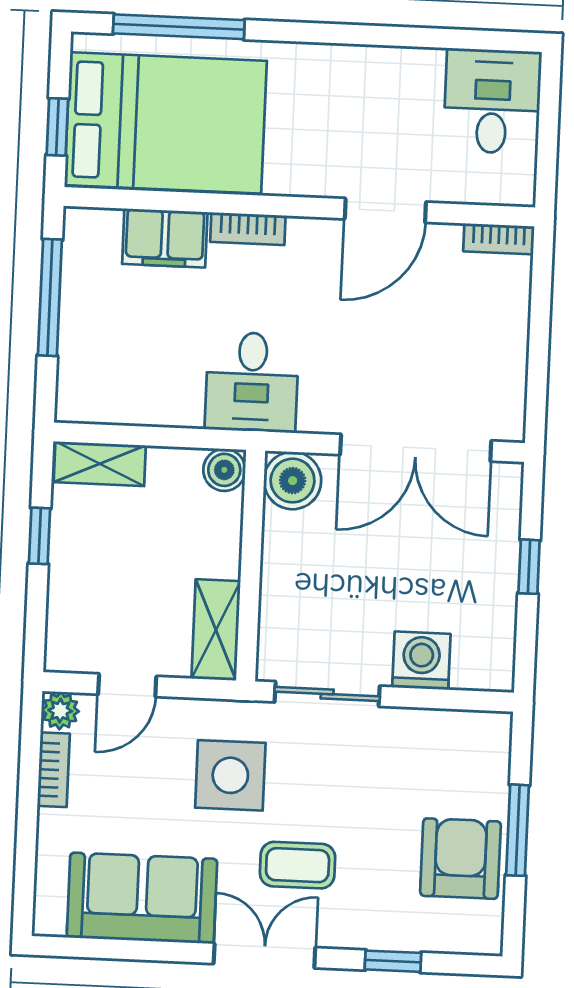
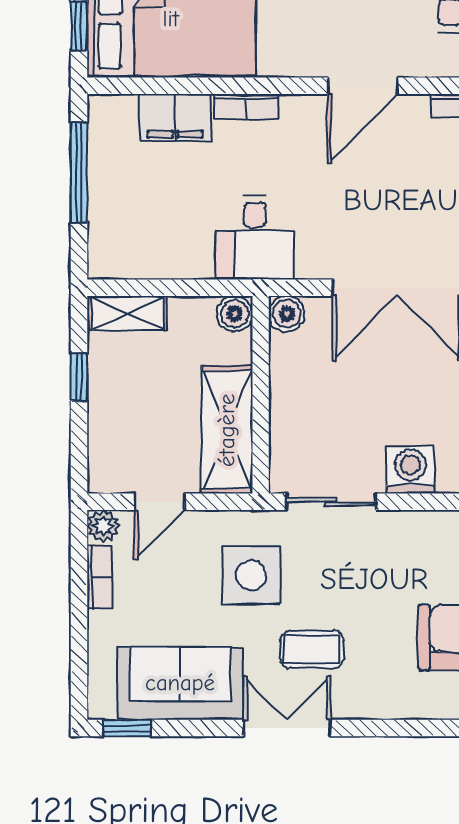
boiler: (293, 481) -> (287, 314), width x0.73, depth x0.73
shelving: (216, 630) -> (227, 430), width x1.50, depth x1.33
window: (393, 961) -> (127, 728), moved

